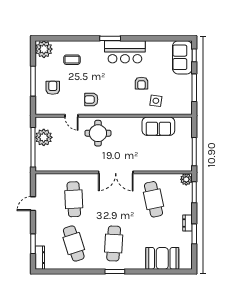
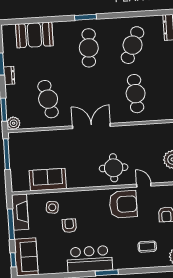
fireplace: (185, 98) -> (20, 212), added
armchair: (91, 99) -> (123, 204), width x1.88, depth x1.88
cafe table: (74, 243) -> (133, 45), turned 42

